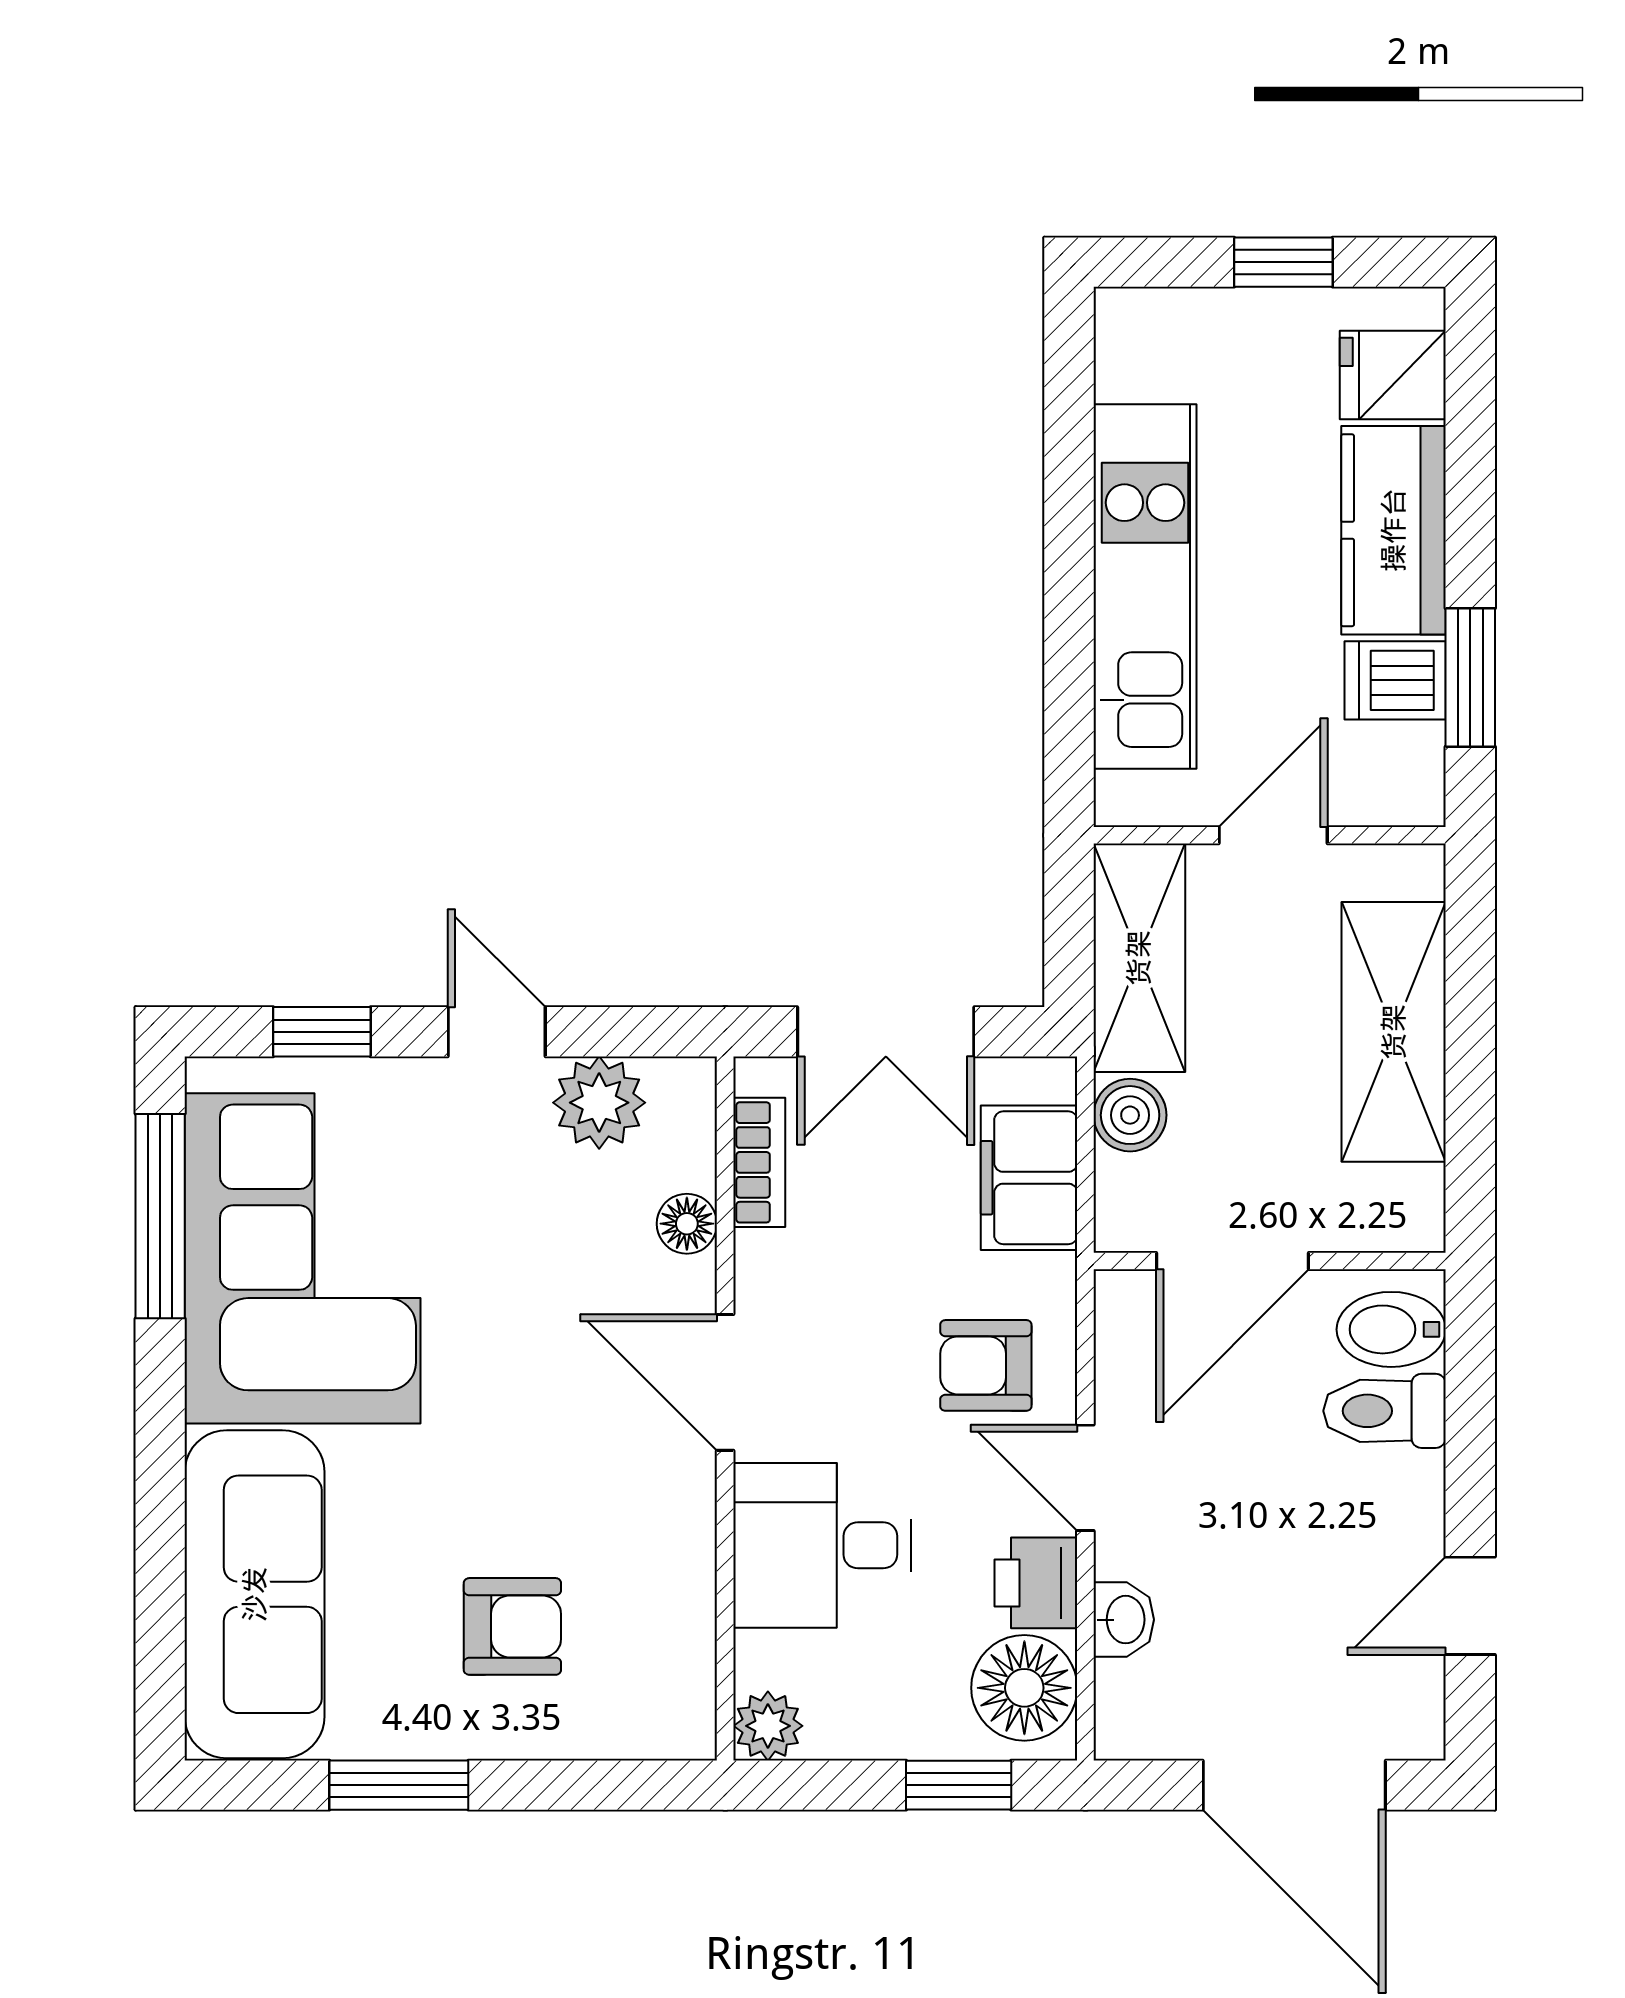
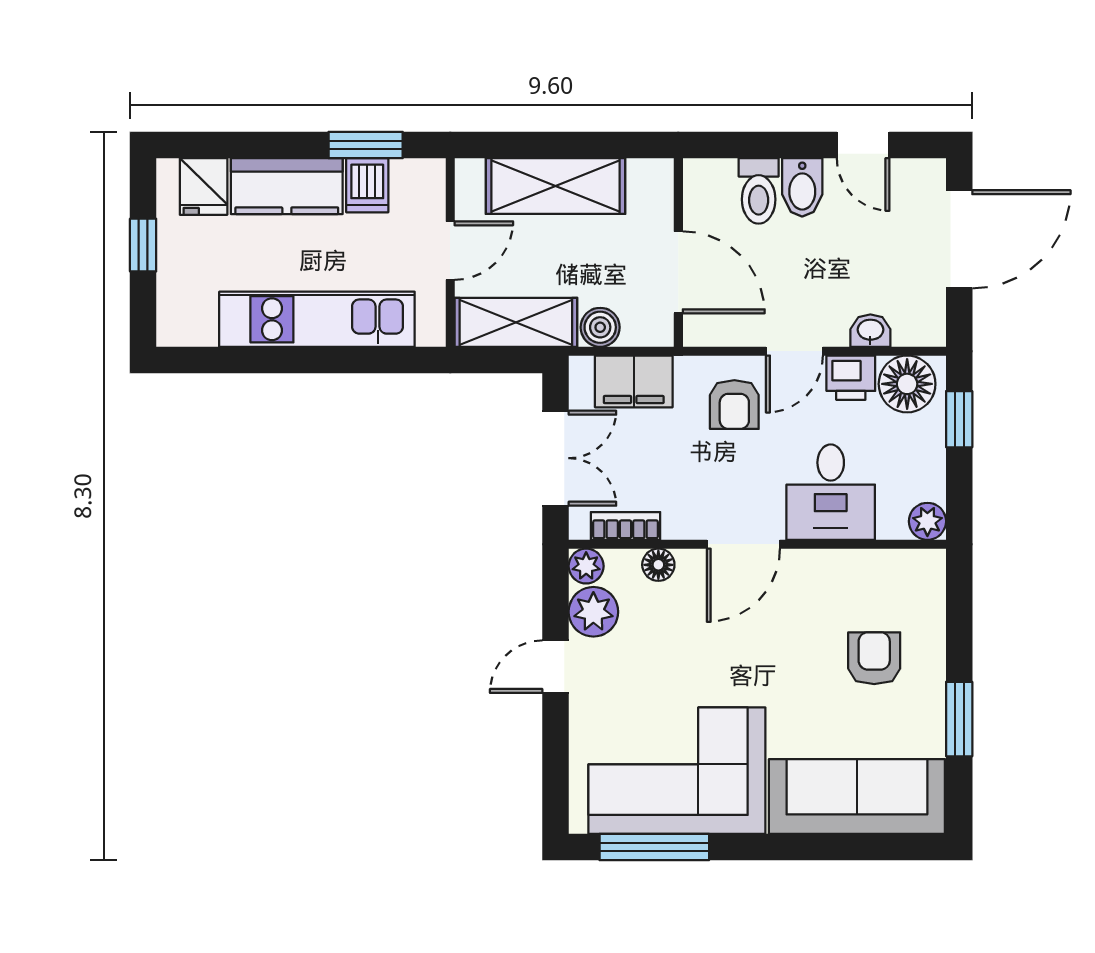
door: (1273, 835) -> (450, 251), swing flipped
window: (322, 1032) -> (556, 760), removed
plant: (684, 1089) -> (586, 566), added
bidet: (1391, 1329) -> (802, 187), moved

